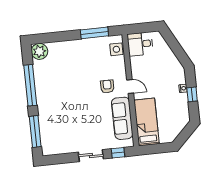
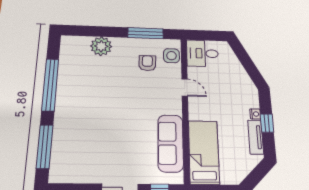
plant: (39, 51) -> (101, 46), moved
armchair: (107, 86) -> (147, 63), moved
door: (130, 87) -> (185, 87), moved
tv unit: (184, 106) -> (256, 137), added

